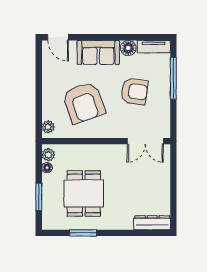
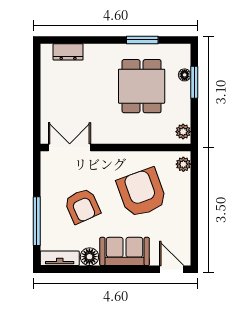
armchair: (134, 91) -> (82, 206), turned -122
floor lamp: (47, 168) -> (185, 75), moved
dresser: (152, 223) -> (68, 52), width x0.70

